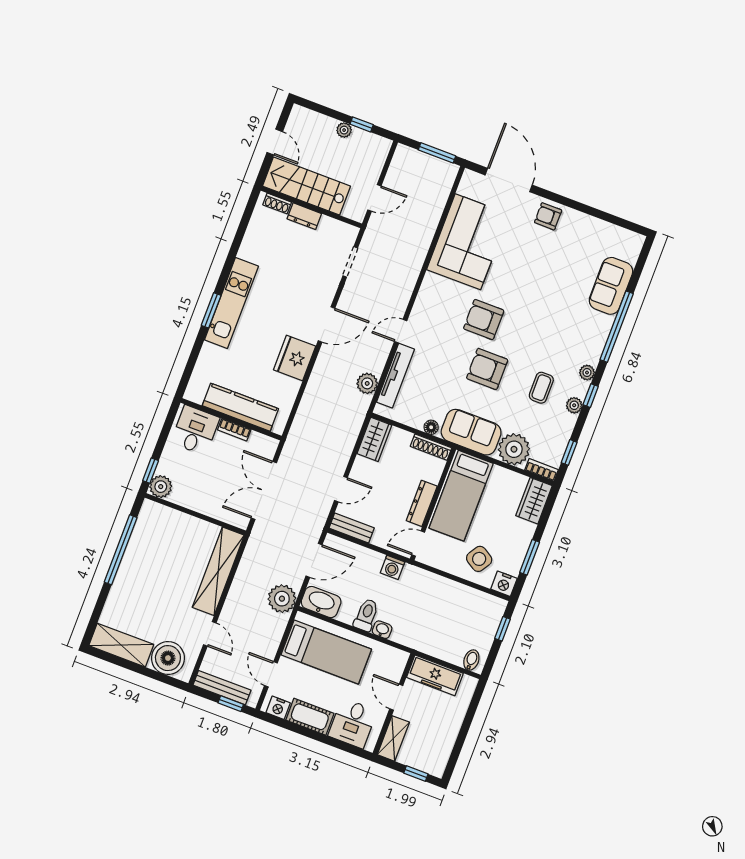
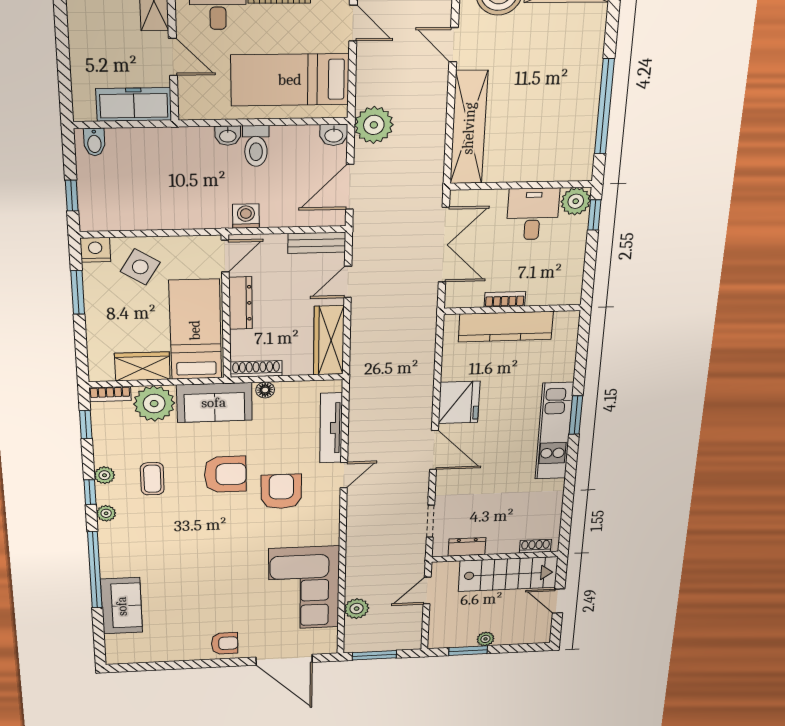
window: (362, 124) -> (468, 651), width x1.50
dresser: (304, 216) -> (467, 547), moved
armchair: (484, 320) -> (281, 491), moved, turned -90
door: (327, 325) -> (434, 450), swing flipped
plant: (367, 383) -> (357, 609), moved
desk: (195, 430) -> (533, 214), moved, turned 180
wardrobe: (374, 439) -> (329, 340), width x1.50
wardrobe: (534, 501) -> (142, 366), moved, turned -90
washbasin: (321, 602) -> (334, 135), width x0.52, depth x0.69

